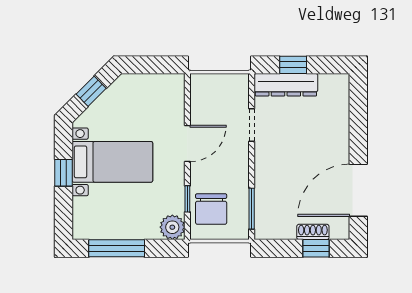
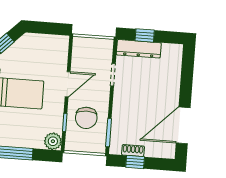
chair: (211, 209) -> (86, 118), moved
shoe rack: (313, 232) -> (133, 151), moved
window: (316, 248) -> (135, 162), moved

